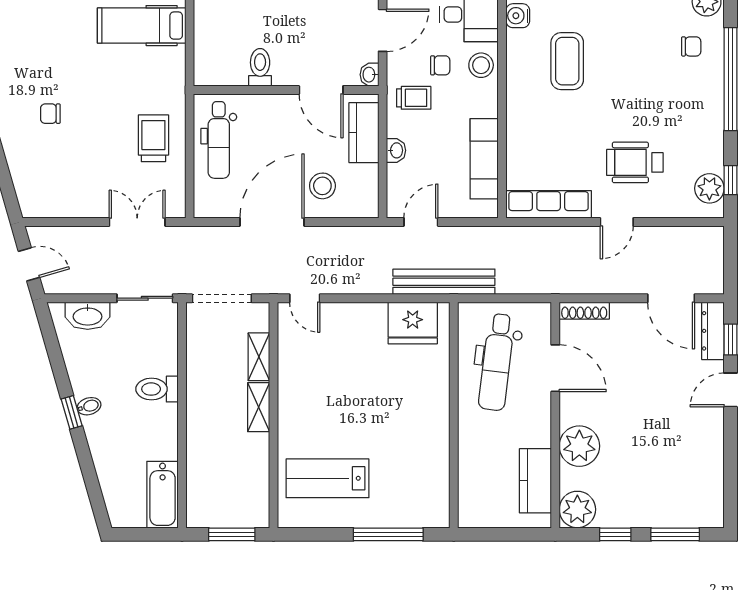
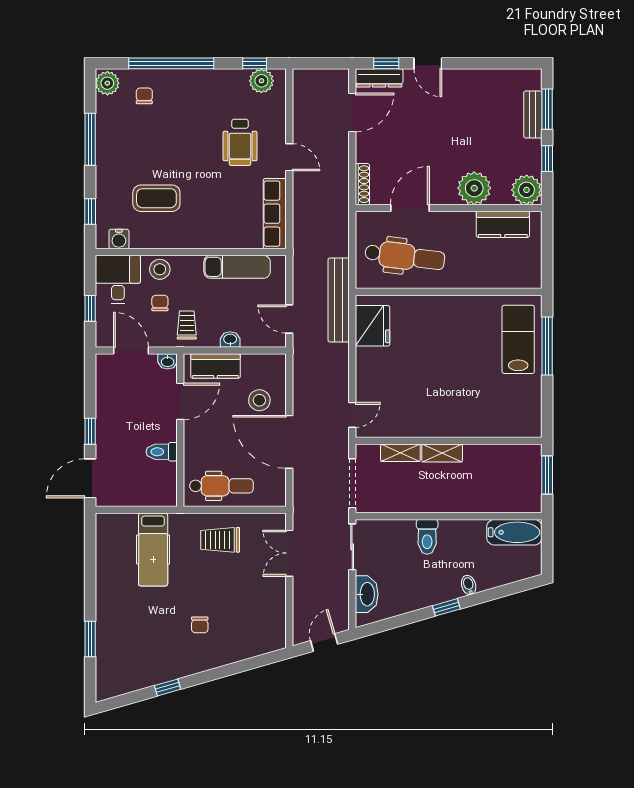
hospital bed: (142, 26) -> (153, 550), moved
bidet: (89, 406) -> (469, 585), moved
lab bench: (328, 478) -> (518, 339), moved, turned 180
bench: (669, 517) -> (533, 115), added

